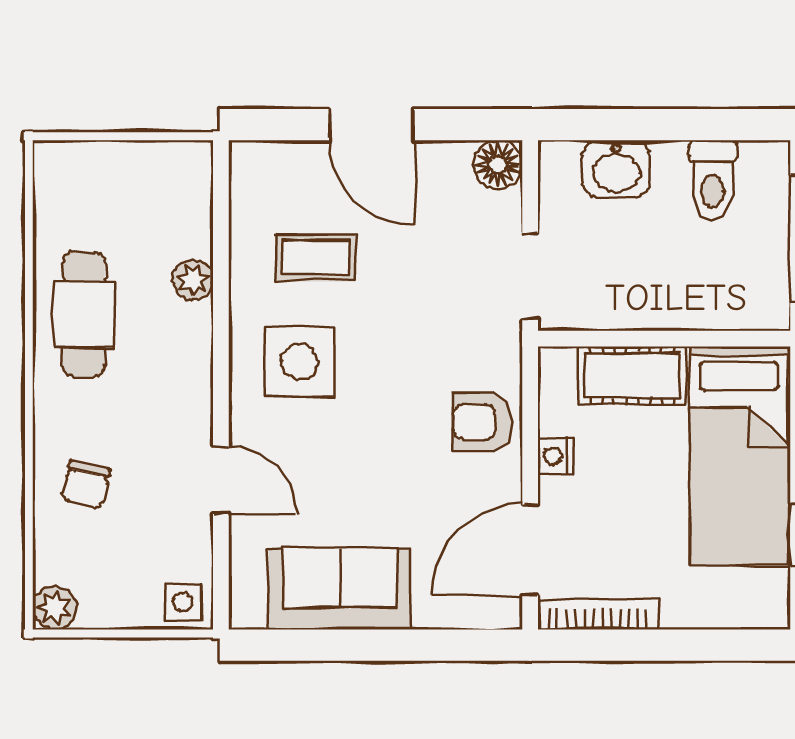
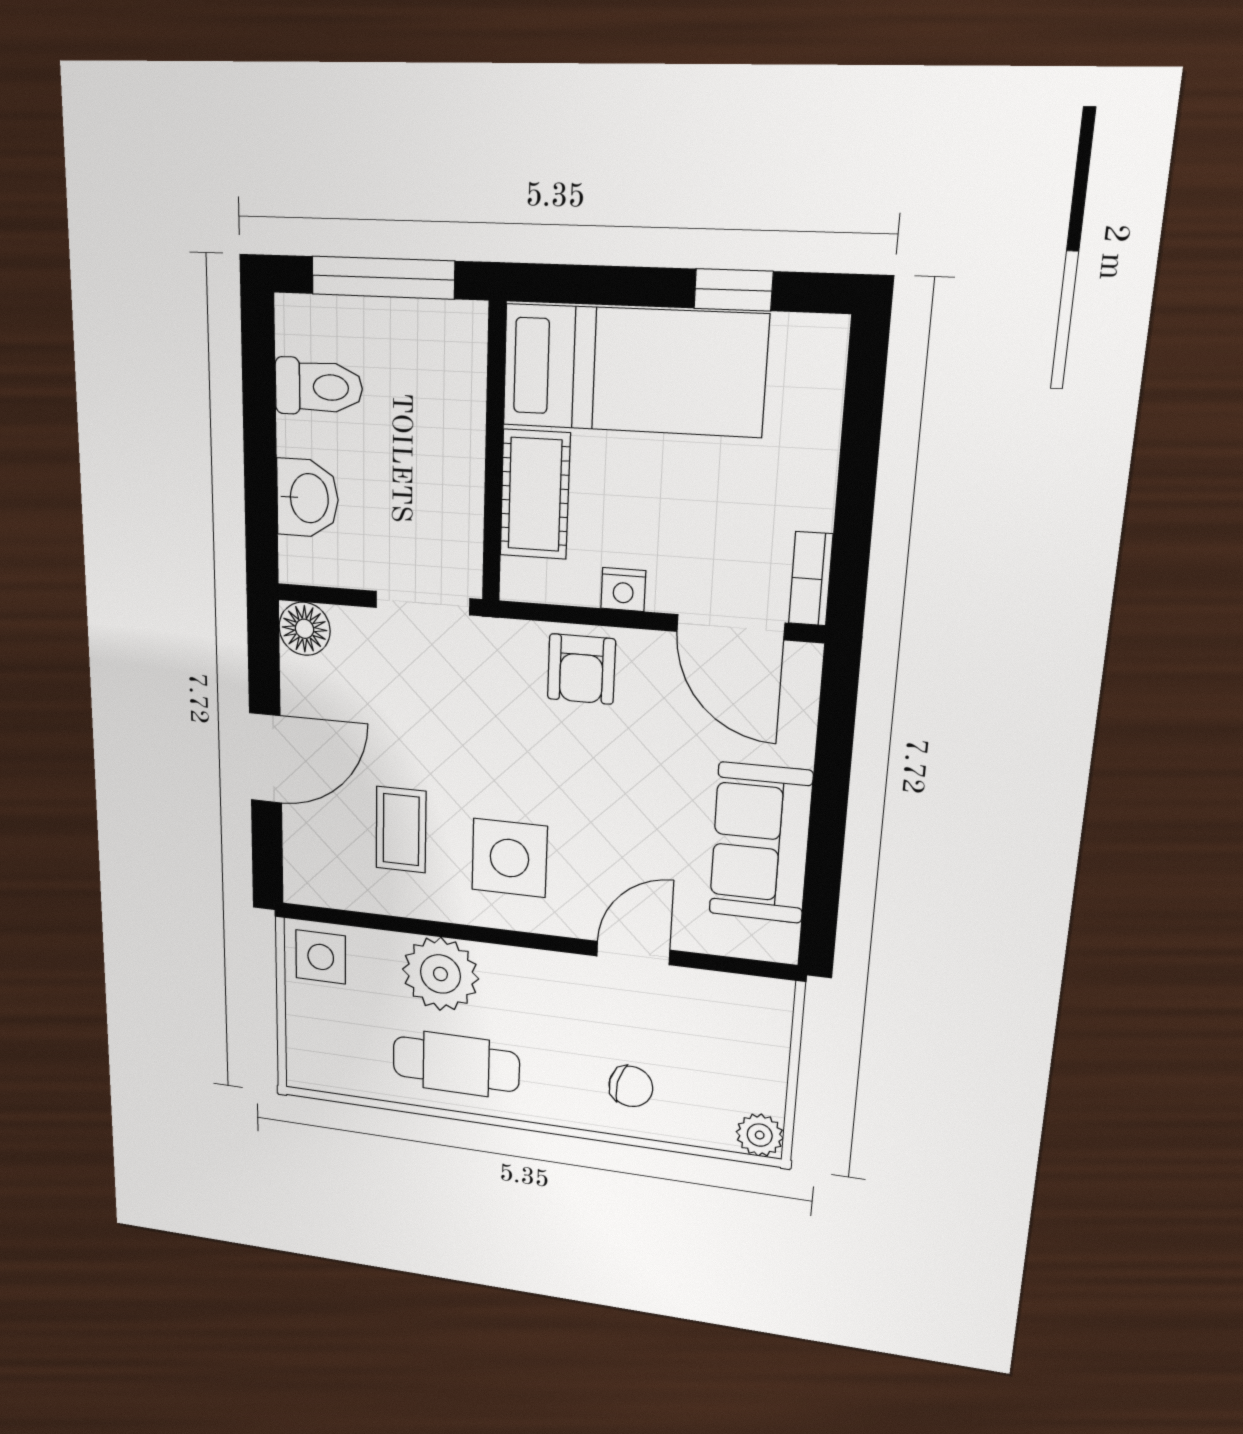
plant: (193, 280) -> (440, 974), width x1.87, depth x1.87
side table: (183, 602) -> (321, 957), moved, width x1.37, depth x1.37
bookcase: (598, 614) -> (811, 579), width x0.64

